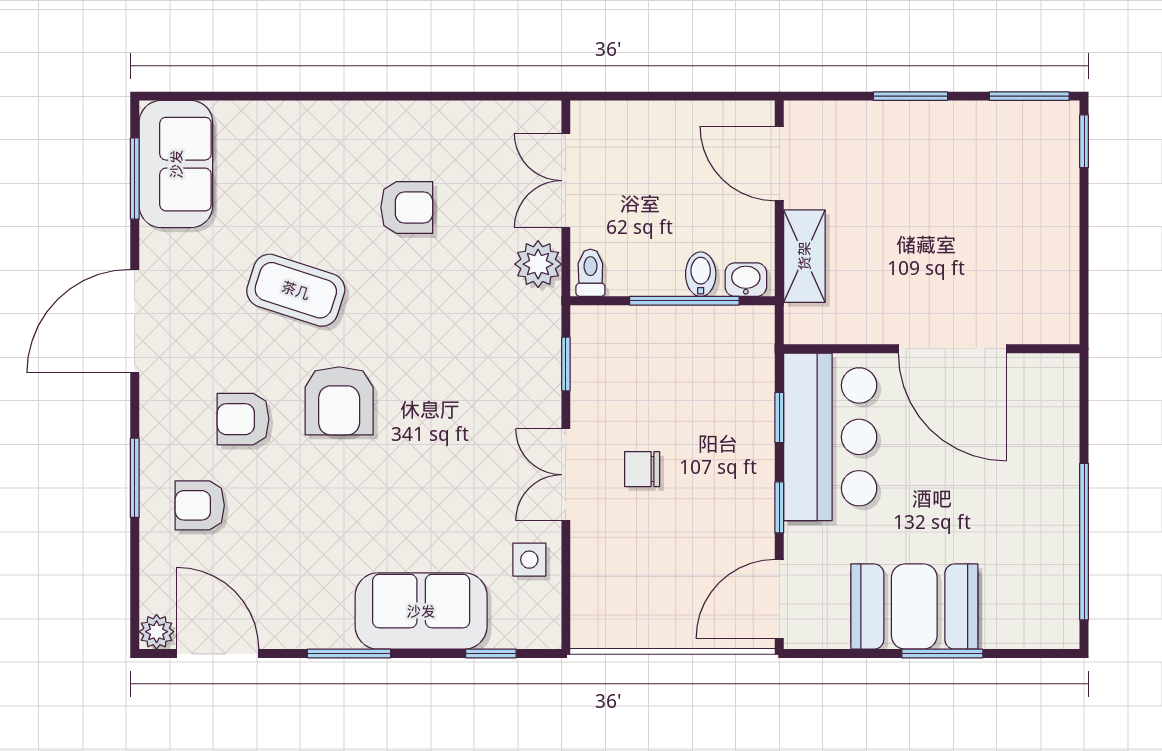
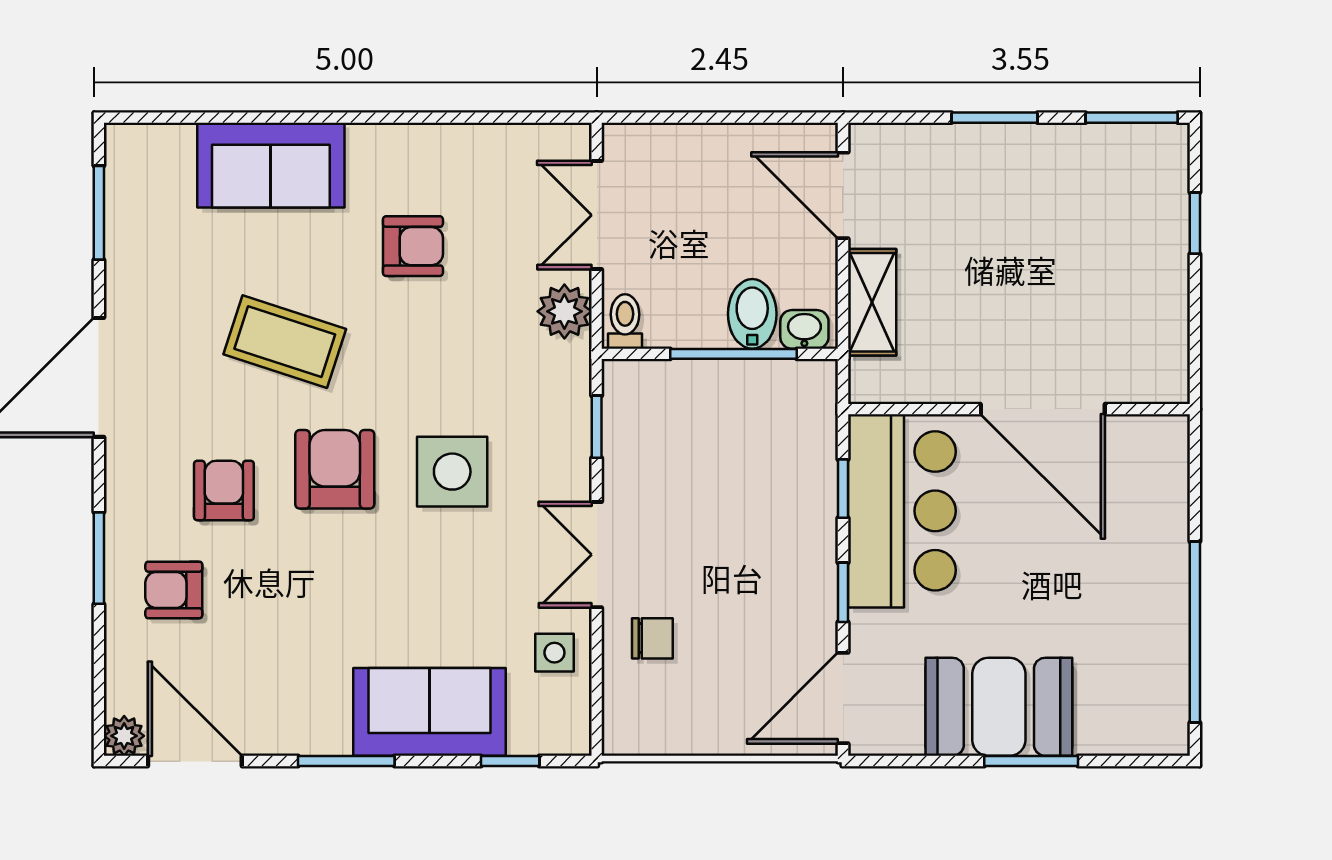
window: (1084, 141) -> (1195, 223), moved
sofa: (176, 164) -> (271, 165), moved, turned 90
bidet: (701, 274) -> (752, 314), width x1.38, depth x1.36
armchair: (339, 401) -> (335, 469), turned 180
side table: (441, 403) -> (452, 472), added
armchair: (243, 419) -> (224, 490), turned 90
chair: (642, 469) -> (652, 638), moved, turned 180

